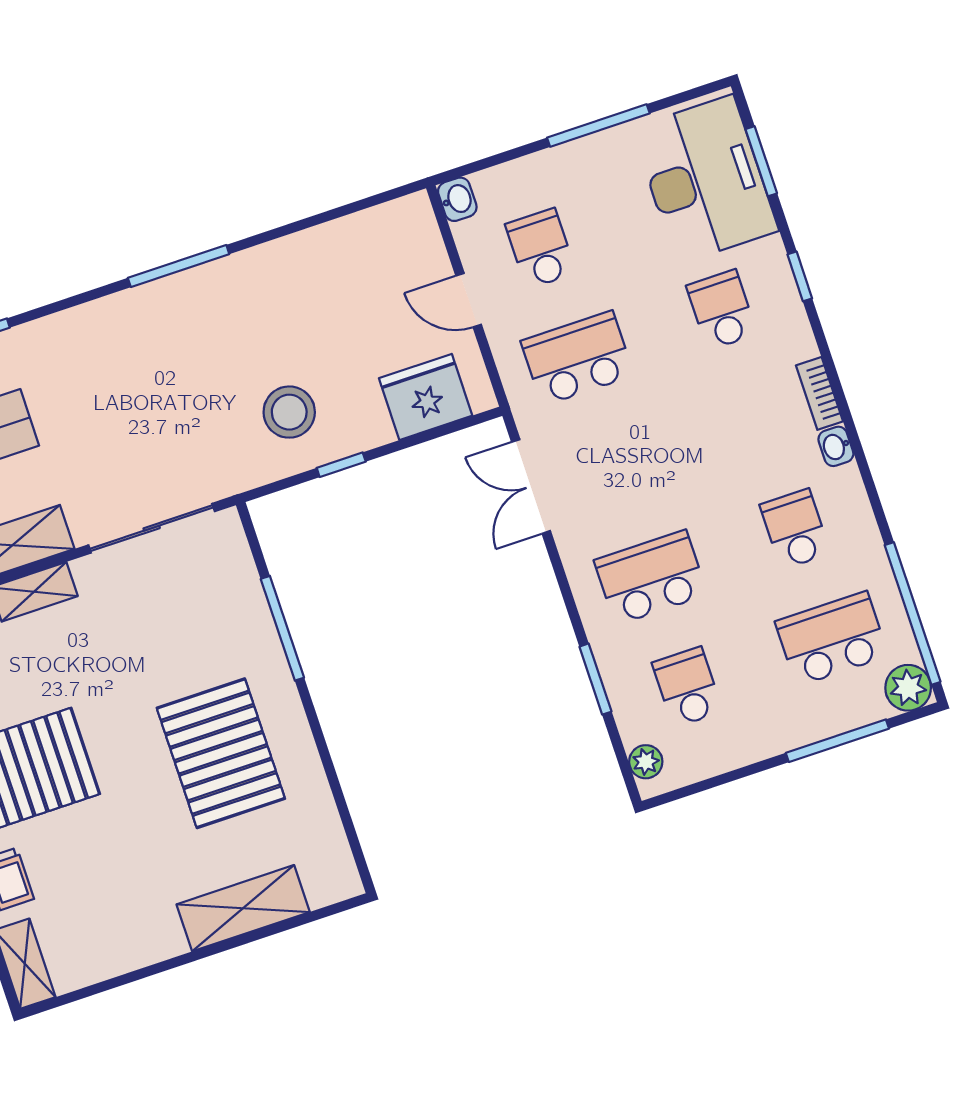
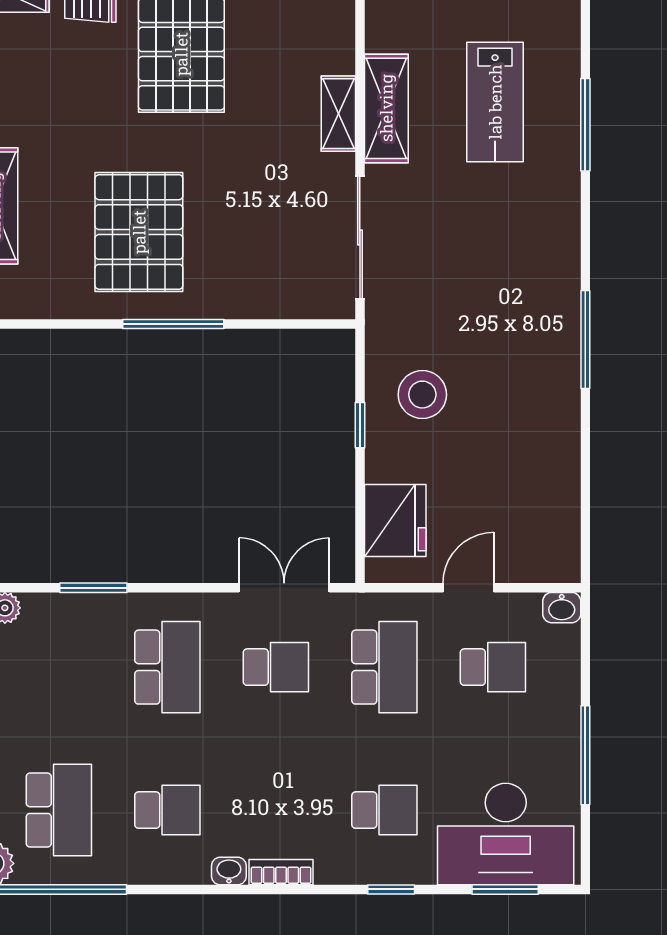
window: (282, 628) -> (173, 324), moved
school desk: (687, 687) -> (276, 667), moved
pallet: (221, 753) -> (139, 232), turned 90

